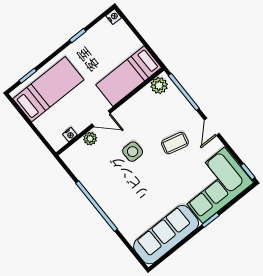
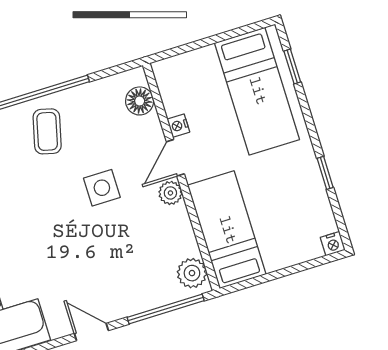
nightstand: (70, 135) -> (178, 126), moved
plant: (90, 139) -> (170, 193), moved
coffee table: (175, 143) -> (47, 131), moved
floor lamp: (78, 150) -> (140, 101), added

